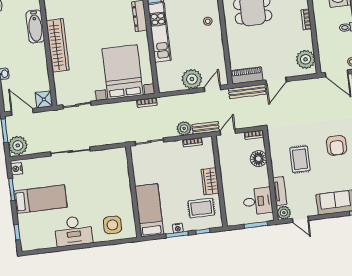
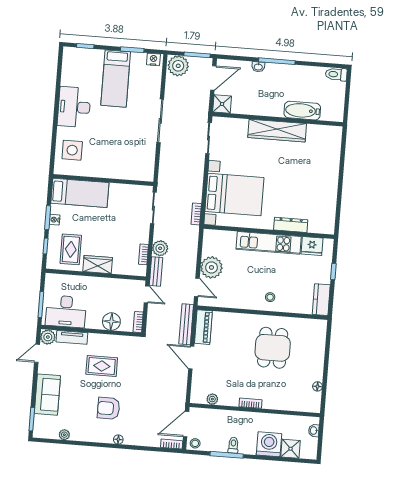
plant: (306, 59) -> (212, 399), width x0.53, depth x0.53
desk: (258, 201) -> (66, 311), width x1.37

